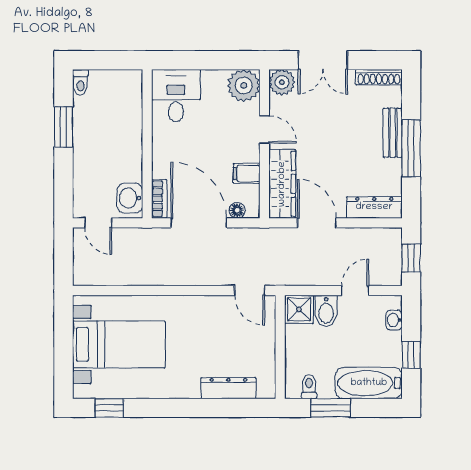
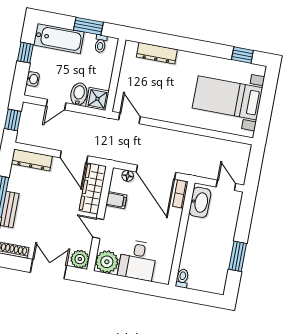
toilet: (80, 82) -> (182, 278), moved
desk: (176, 96) -> (138, 260), moved
washbasin: (130, 198) -> (200, 202), width x1.38

